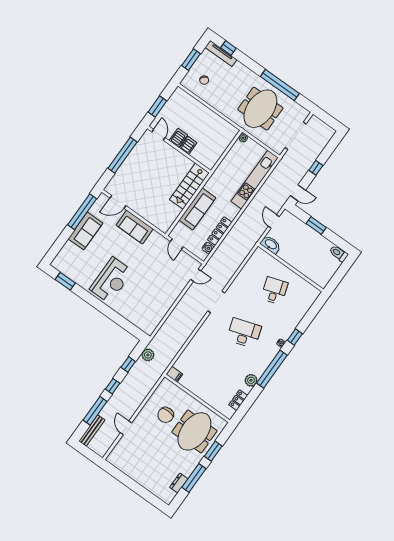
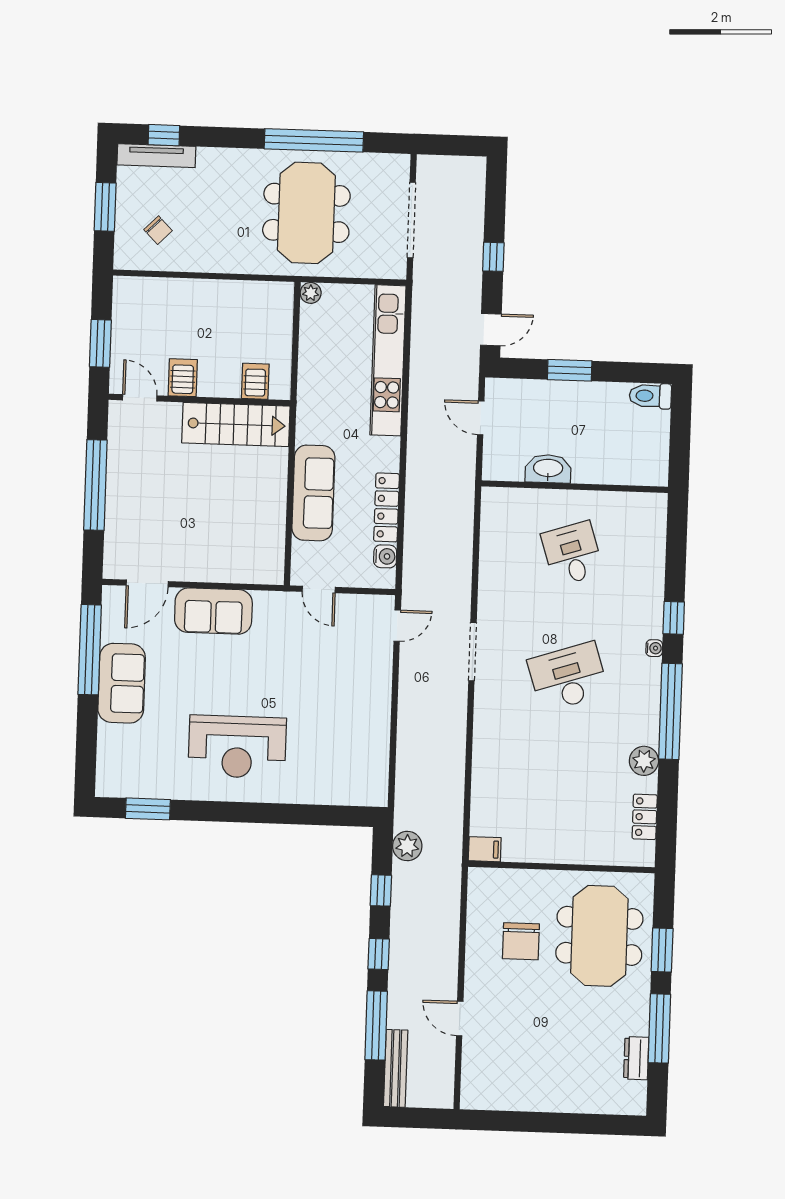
server rack: (188, 145) -> (255, 381), moved
stairs: (189, 186) -> (236, 424), moved, turned -90
washbasin: (271, 244) -> (548, 469), moved
reception desk: (111, 280) -> (237, 747), turned 90

